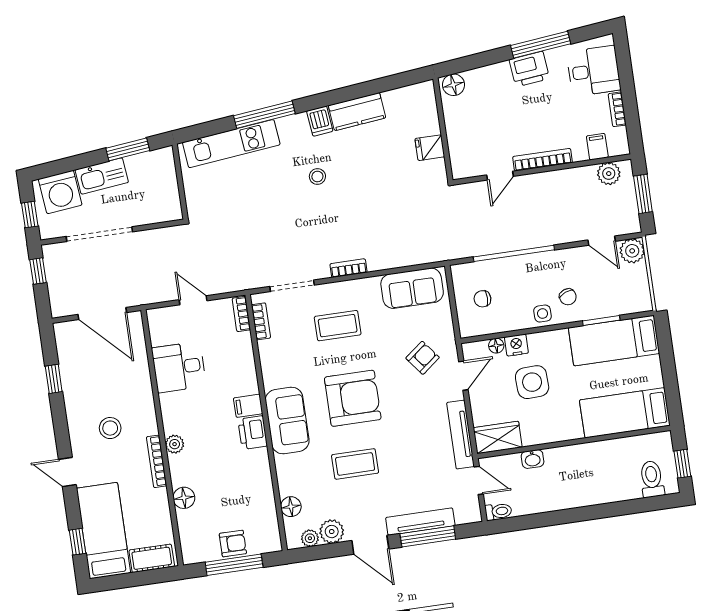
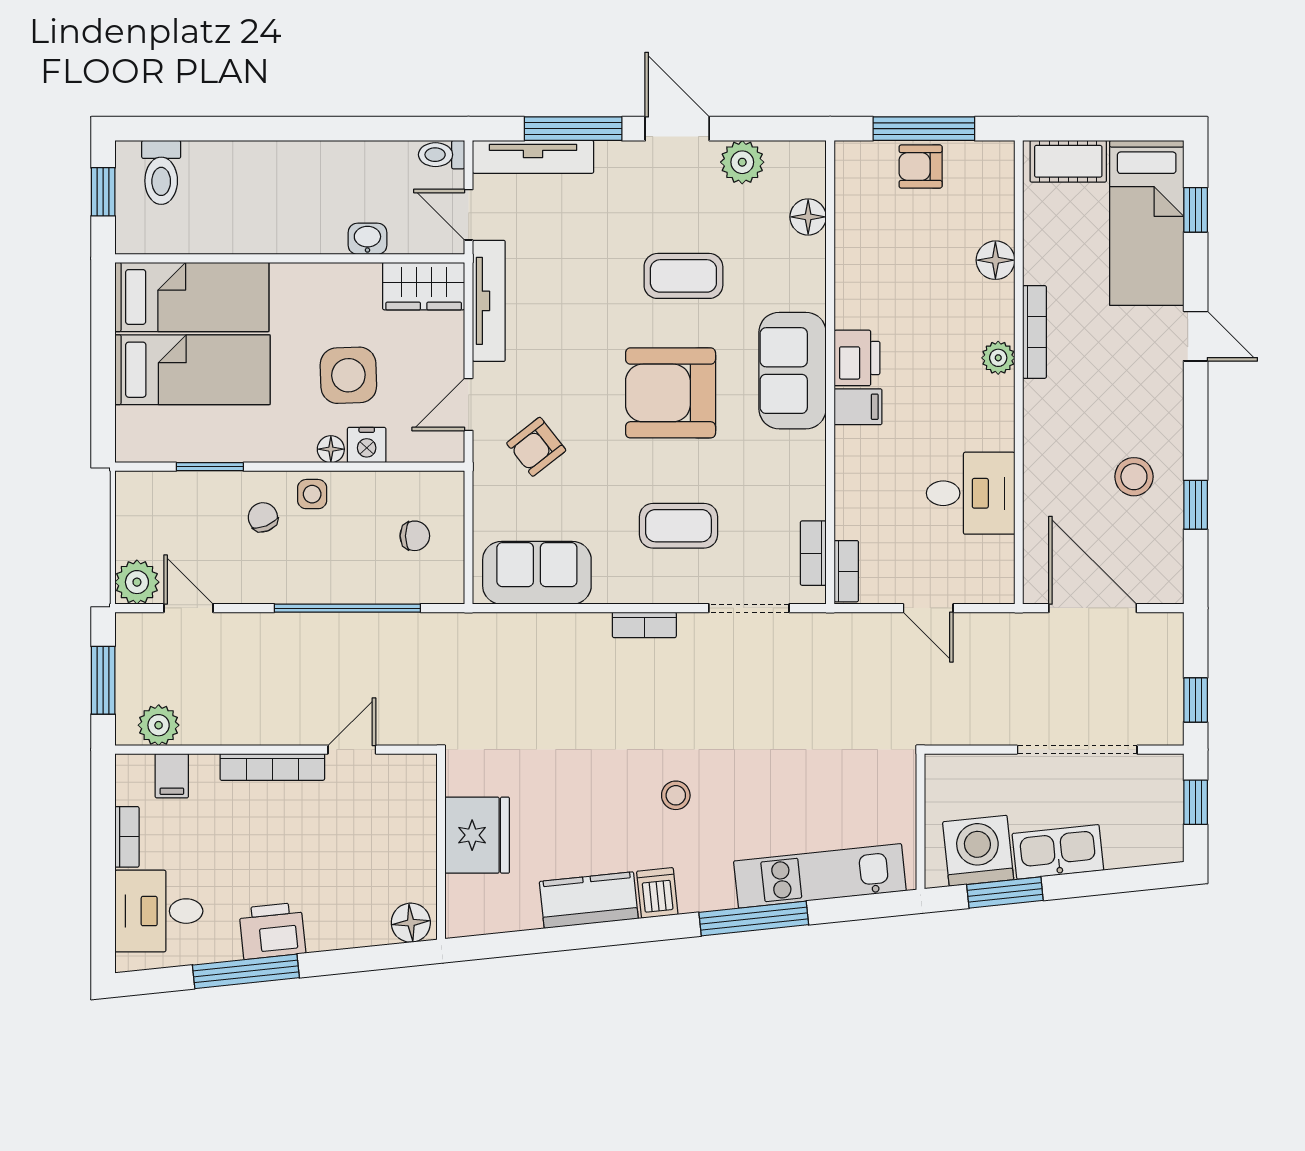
fridge: (430, 148) -> (477, 835), width x1.88, depth x1.34
washing machine: (60, 192) -> (978, 851), moved
bed: (614, 341) -> (192, 370), moved
floor lamp: (496, 346) -> (331, 449), moved
stool: (110, 428) -> (1134, 477), moved
tv unit: (420, 522) -> (533, 157), moved
plant: (310, 538) -> (783, 156), removed

